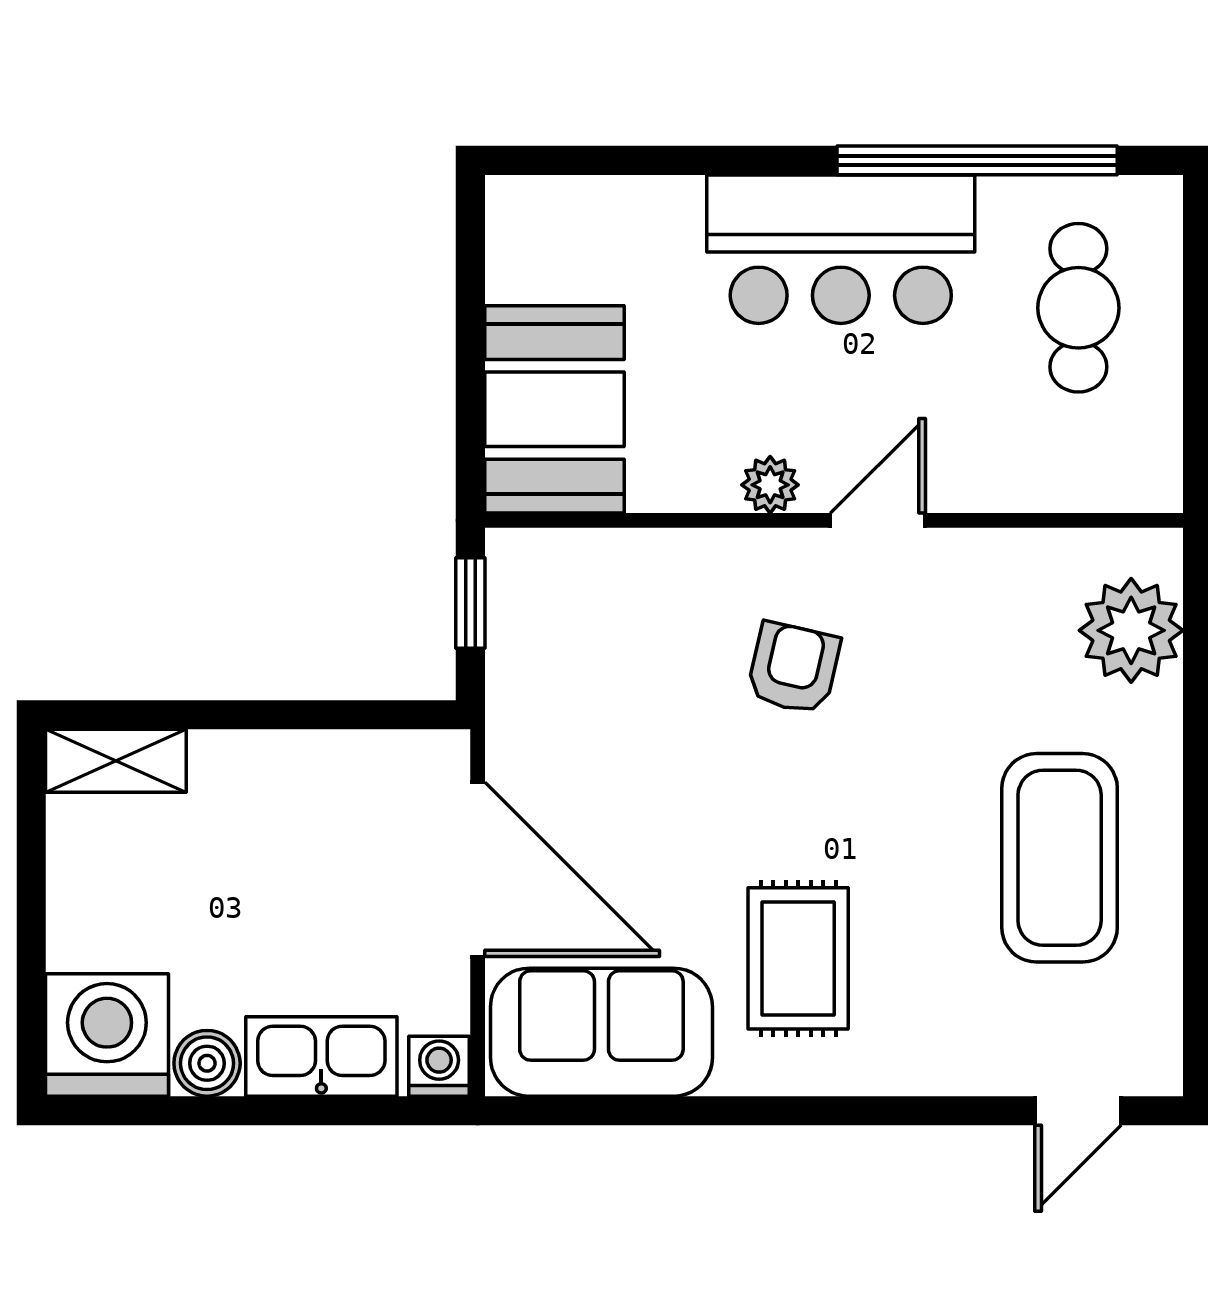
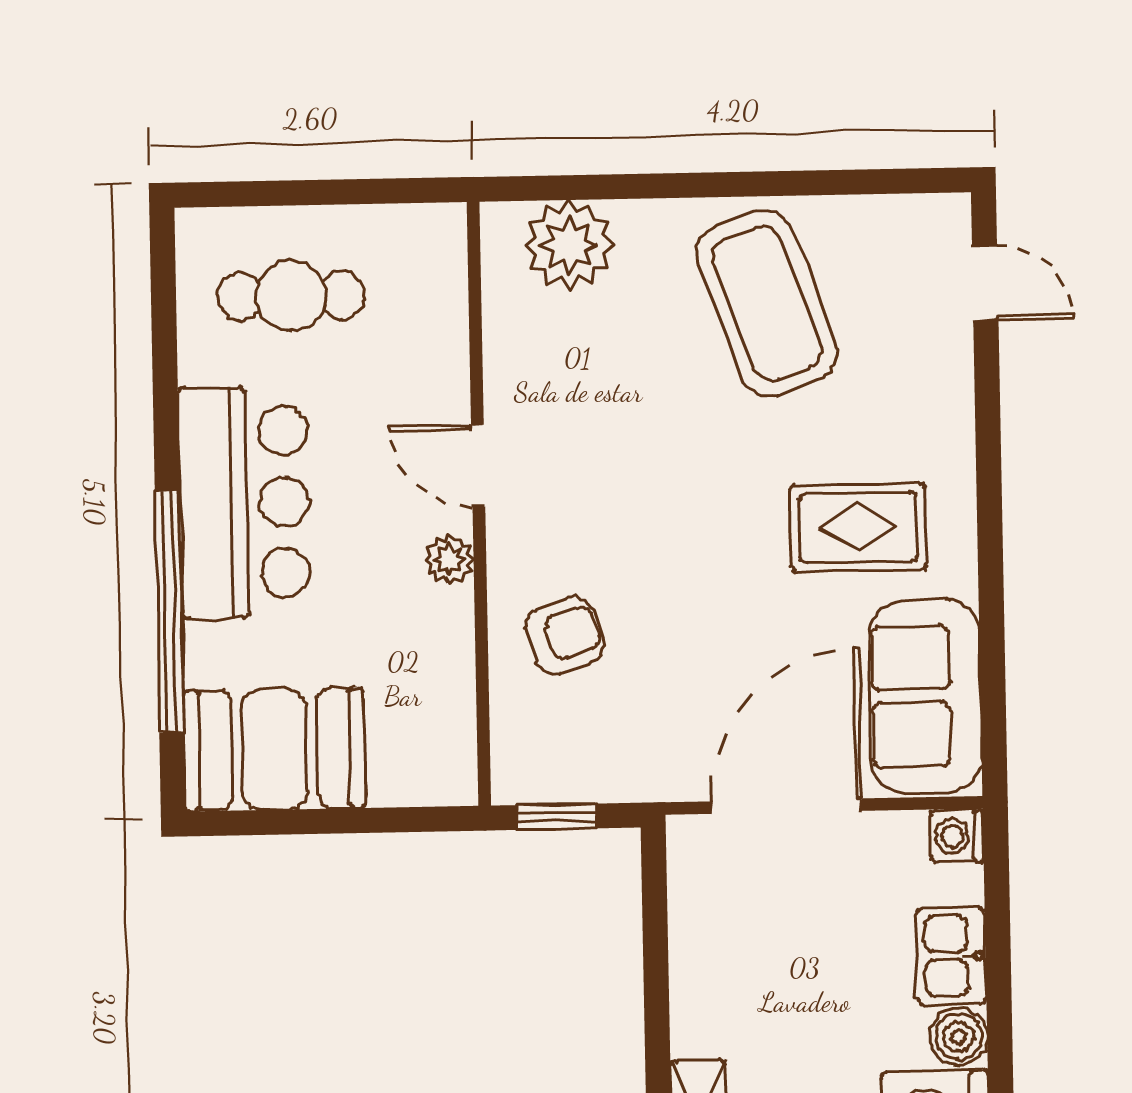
window: (977, 160) -> (170, 612), moved
booth: (554, 409) -> (274, 749), moved
armchair: (793, 668) -> (564, 636), moved, turned 149
coffee table: (1060, 858) -> (767, 303), turned 70
kitchen sink: (321, 1056) -> (951, 956), width x0.73

